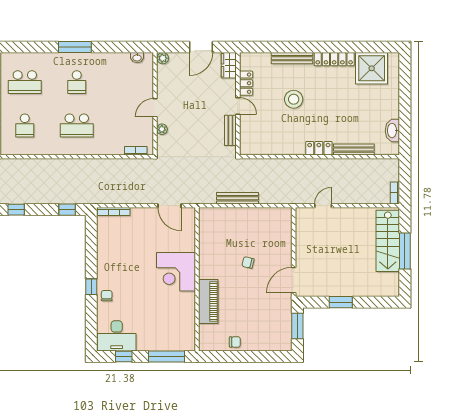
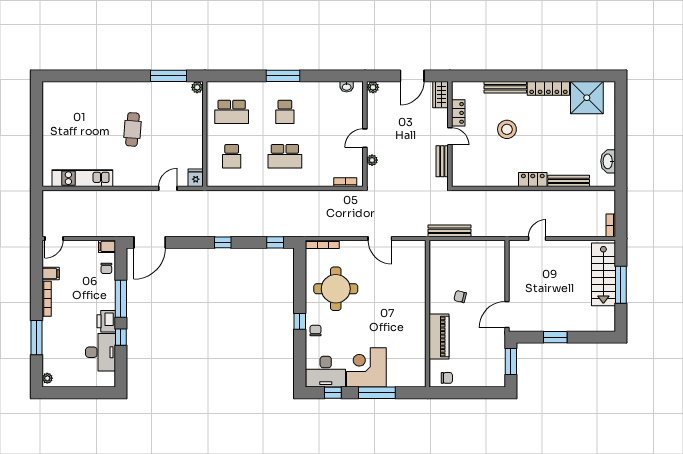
round table: (126, 255) -> (336, 289), added
corner desk: (176, 272) -> (366, 367), moved, turned 90
wall: (197, 279) -> (428, 314), moved
piano: (208, 302) -> (439, 337), moved

